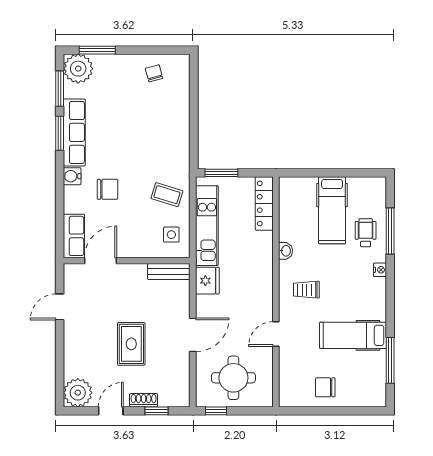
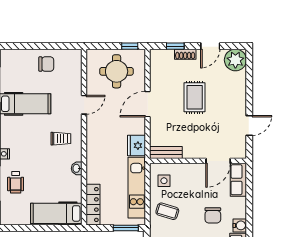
chair: (107, 189) -> (213, 215), turned -90
hospital bed: (332, 210) -> (56, 213), moved, turned -90

